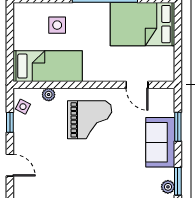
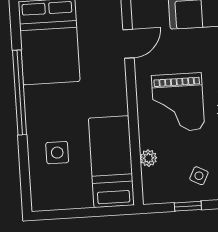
side table: (23, 107) -> (199, 176), moved
grand piano: (90, 120) -> (178, 103), turned 180

